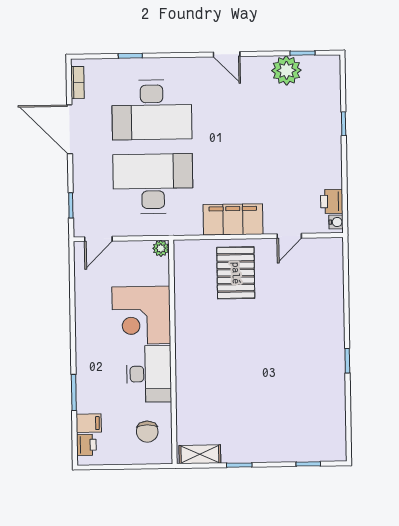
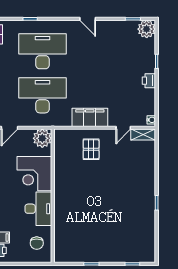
plant: (286, 70) -> (147, 29), moved
desk: (152, 110) -> (42, 51), turned 180
printer: (332, 201) -> (149, 81), moved
plant: (161, 248) -> (42, 138), width x1.88, depth x1.88
pallet: (236, 273) -> (91, 149), width x0.67, depth x0.71
shelving: (200, 454) -> (143, 135), moved

